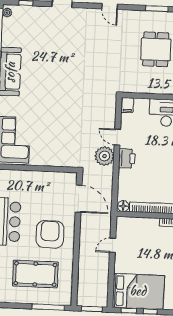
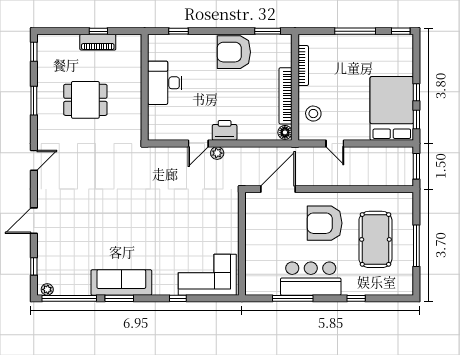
filing cabinet: (127, 105) -> (157, 132), removed
plant: (104, 156) -> (217, 153), width x0.53, depth x0.53
stool: (137, 229) -> (313, 114), added
window: (48, 307) -> (416, 246), moved

